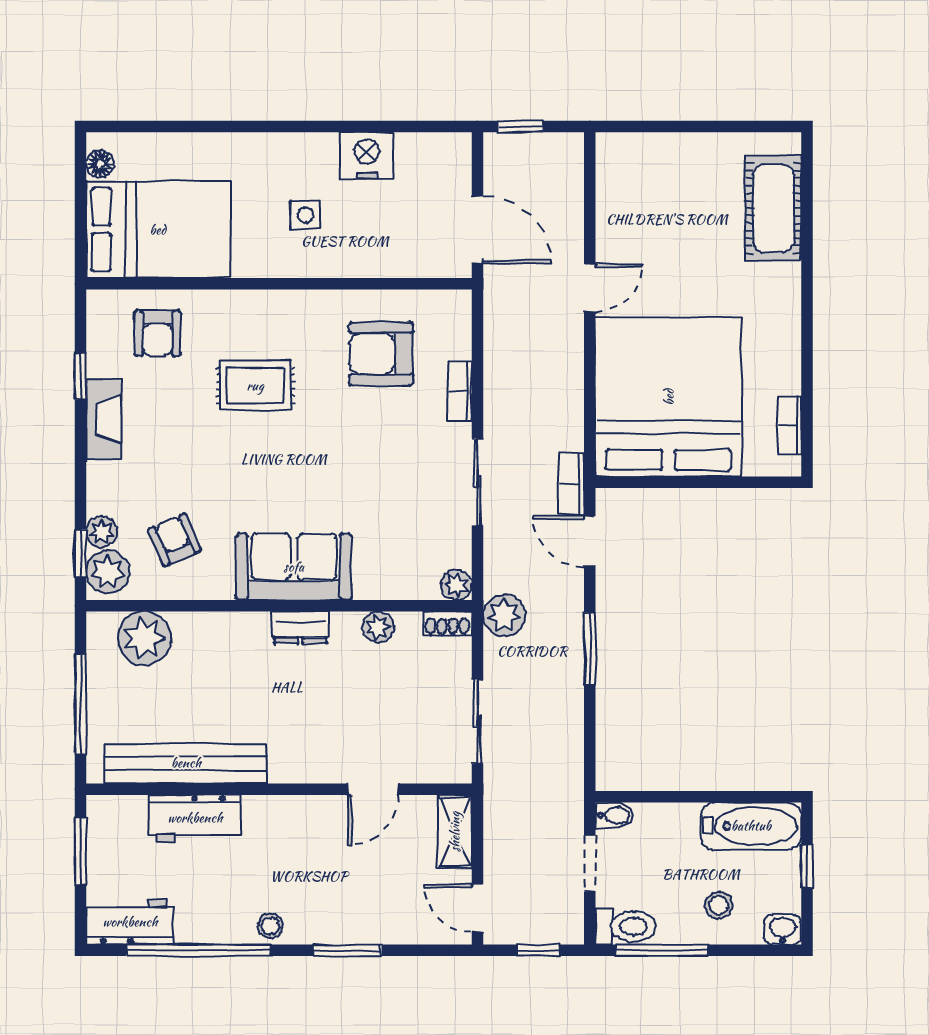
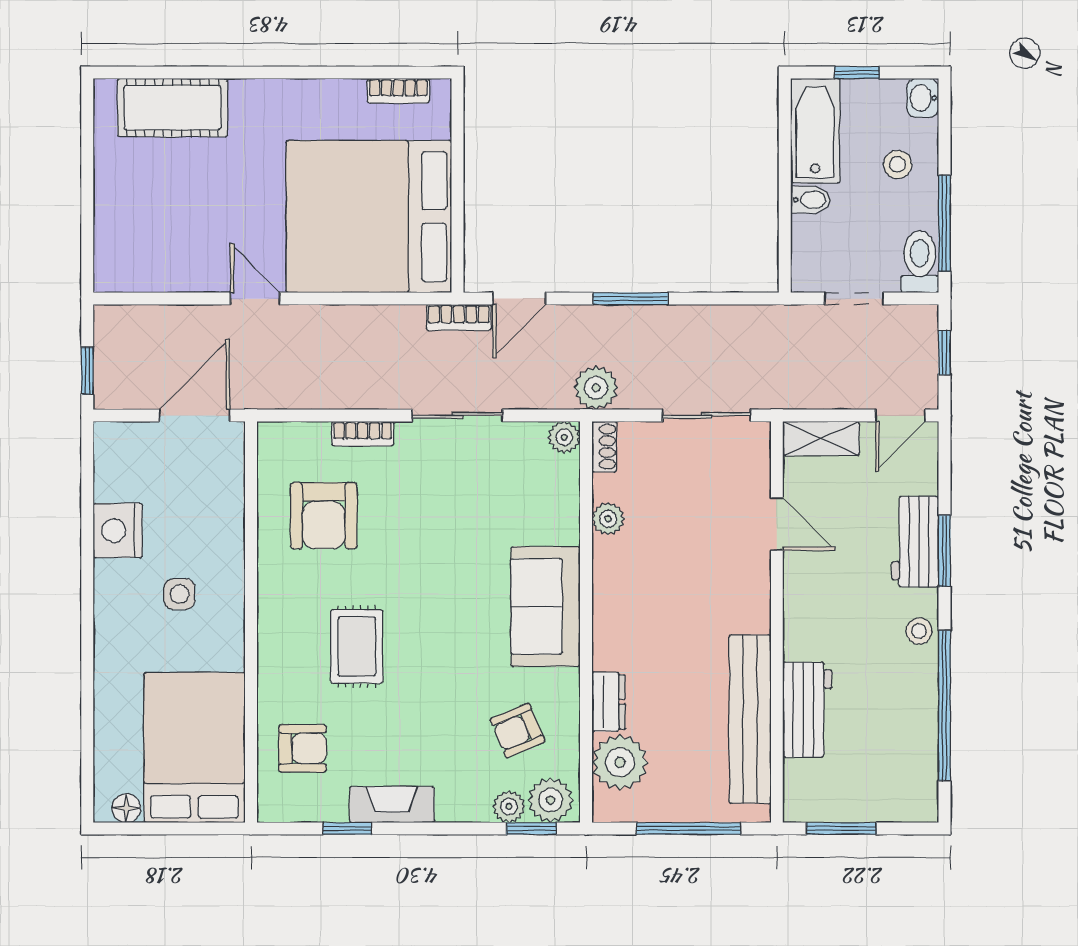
dresser: (300, 627) -> (608, 702), moved
bidet: (615, 815) -> (810, 200), moved, turned 90
workbench: (130, 922) -> (915, 542), moved

